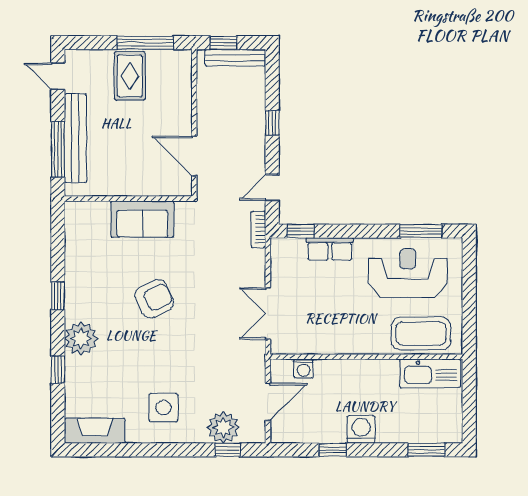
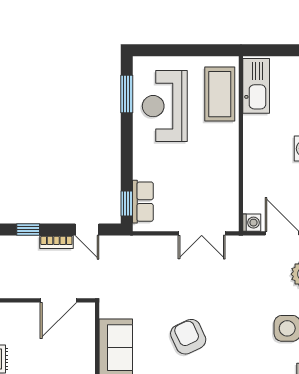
bookcase: (258, 229) -> (56, 242), moved
row of seats: (330, 249) -> (143, 202), moved
washing machine: (304, 369) -> (252, 223), moved

